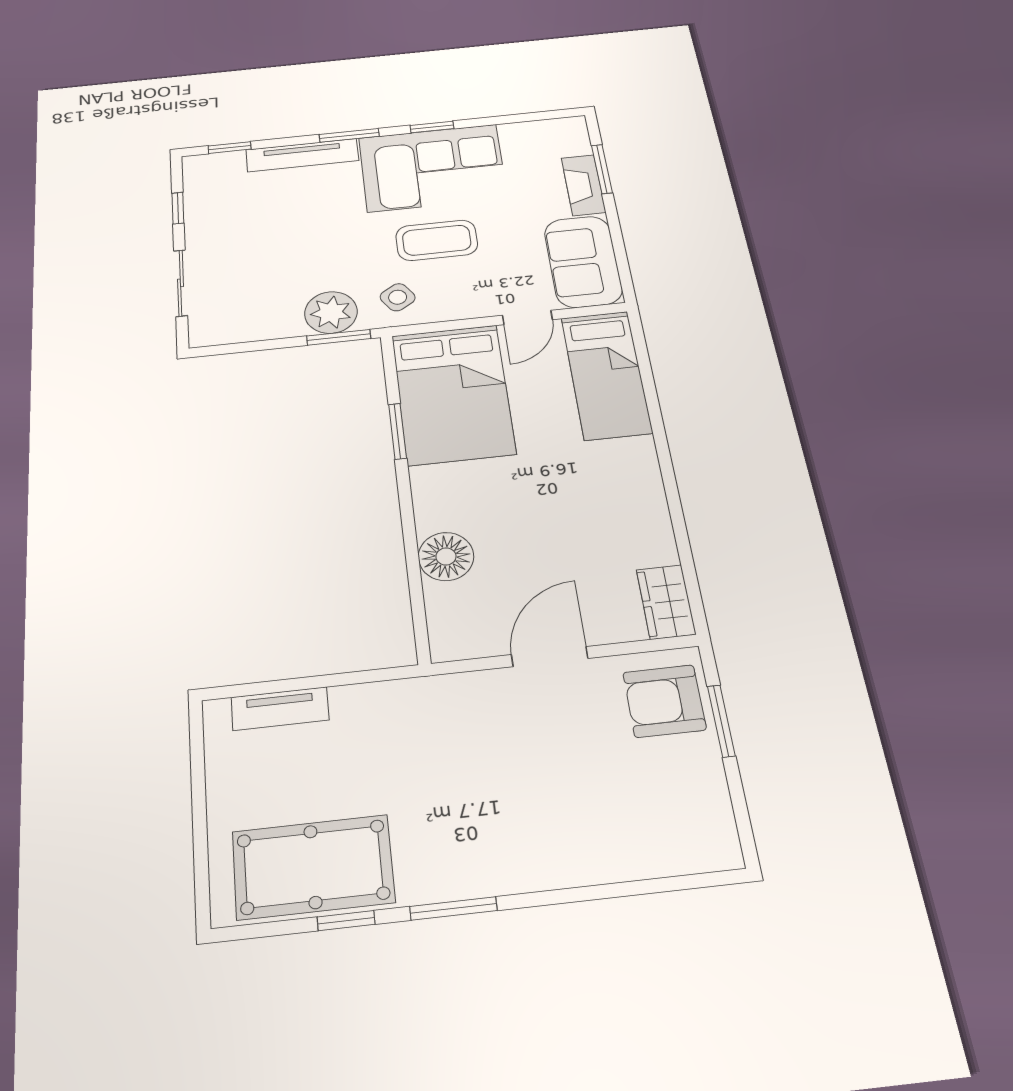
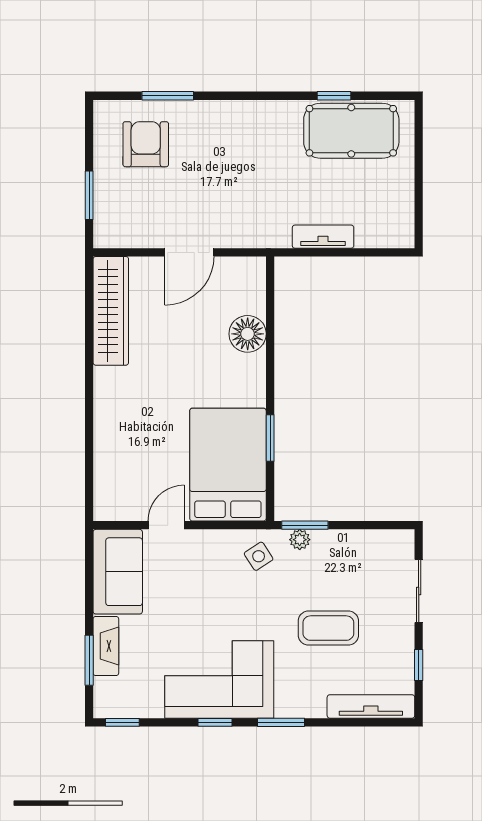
window: (230, 148) -> (122, 722), moved
tv unit: (302, 155) -> (371, 706), moved
coffee table: (437, 240) -> (328, 628), moved
plant: (331, 312) -> (300, 540), width x0.53, depth x0.53
bed: (606, 375) -> (117, 467), removed
wardrobe: (666, 602) -> (111, 311), width x2.10, depth x1.17
armchair: (664, 701) -> (146, 144), moved, turned -90
tv unit: (280, 709) -> (323, 237), moved
window: (453, 908) -> (168, 96), moved

